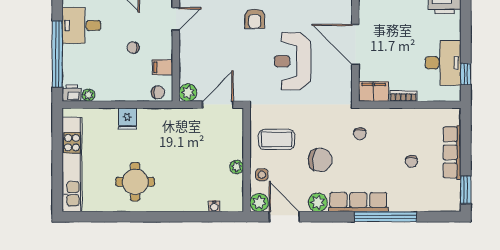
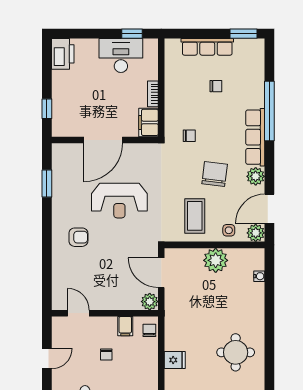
plant: (237, 167) -> (216, 260), width x1.87, depth x1.87

